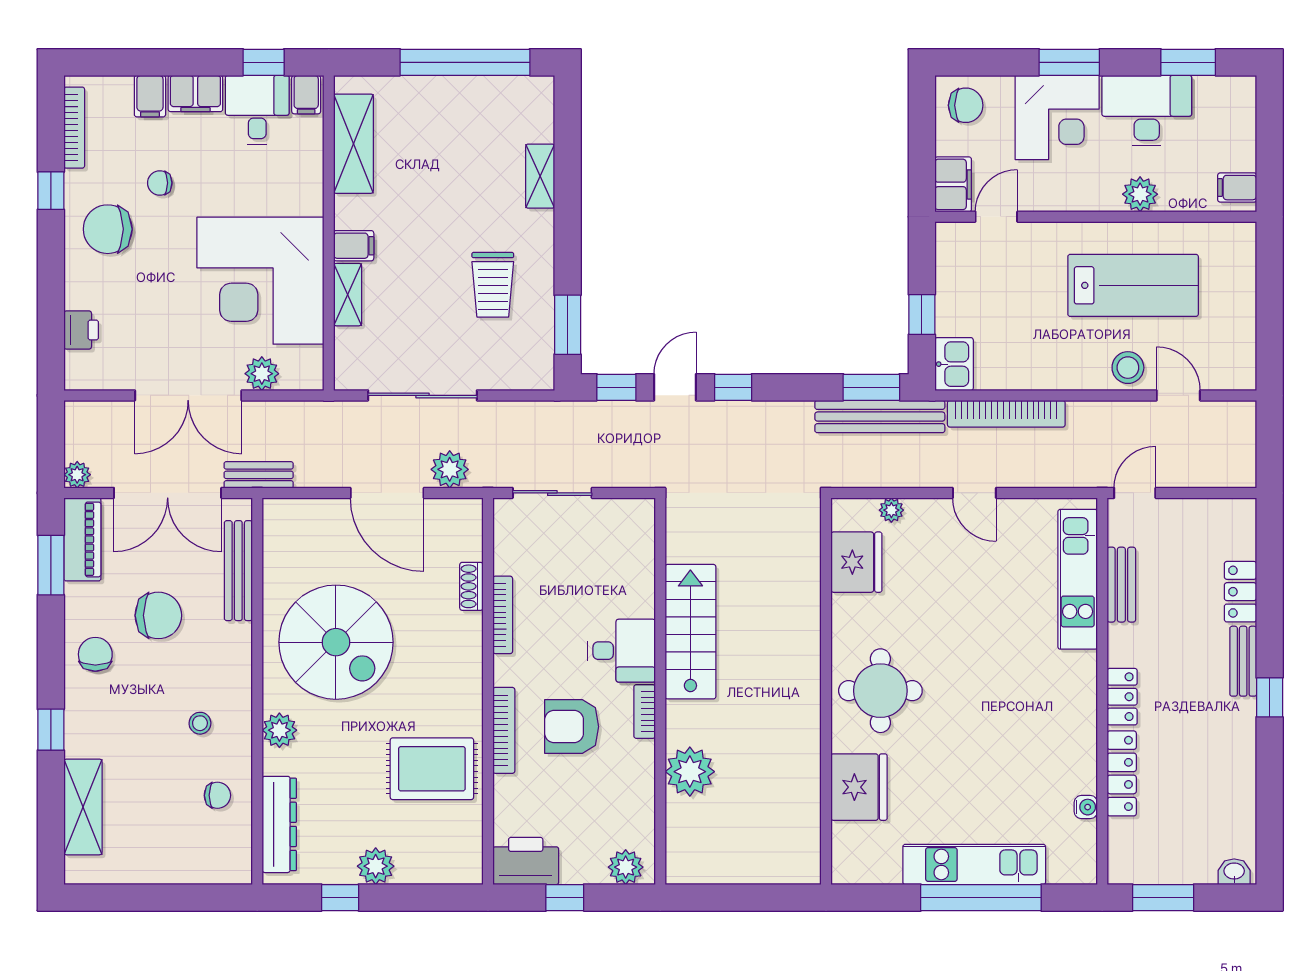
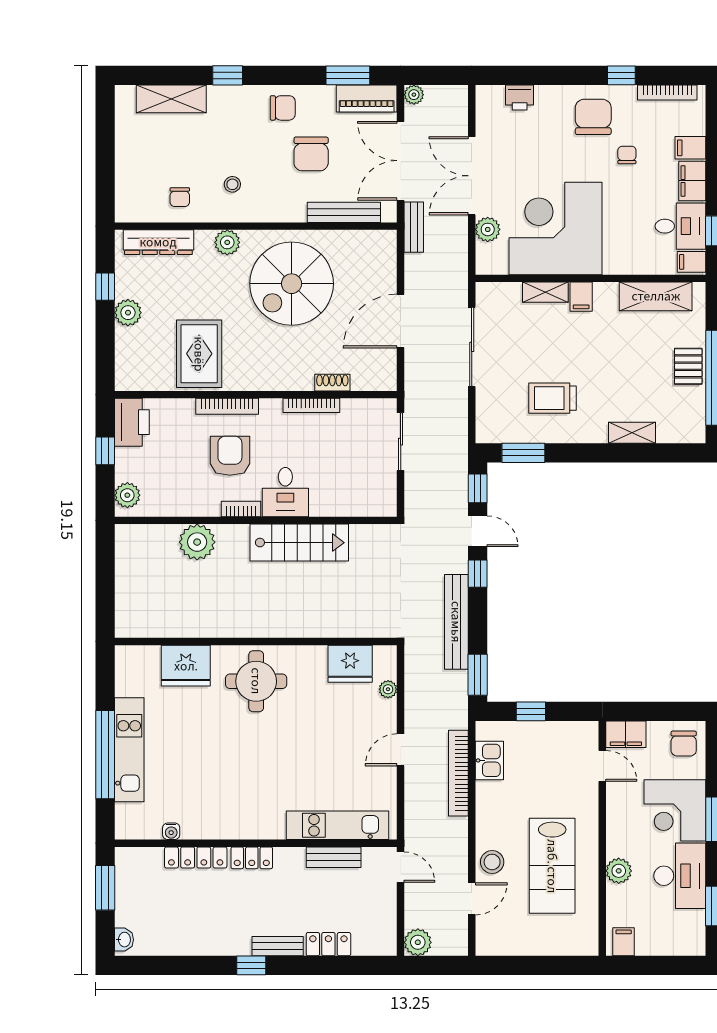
pallet: (449, 99) -> (688, 366), added
kitchen sink: (954, 364) -> (489, 760), moved, turned -90
bench: (880, 417) -> (456, 622), moved
plant: (450, 469) -> (418, 942), moved

